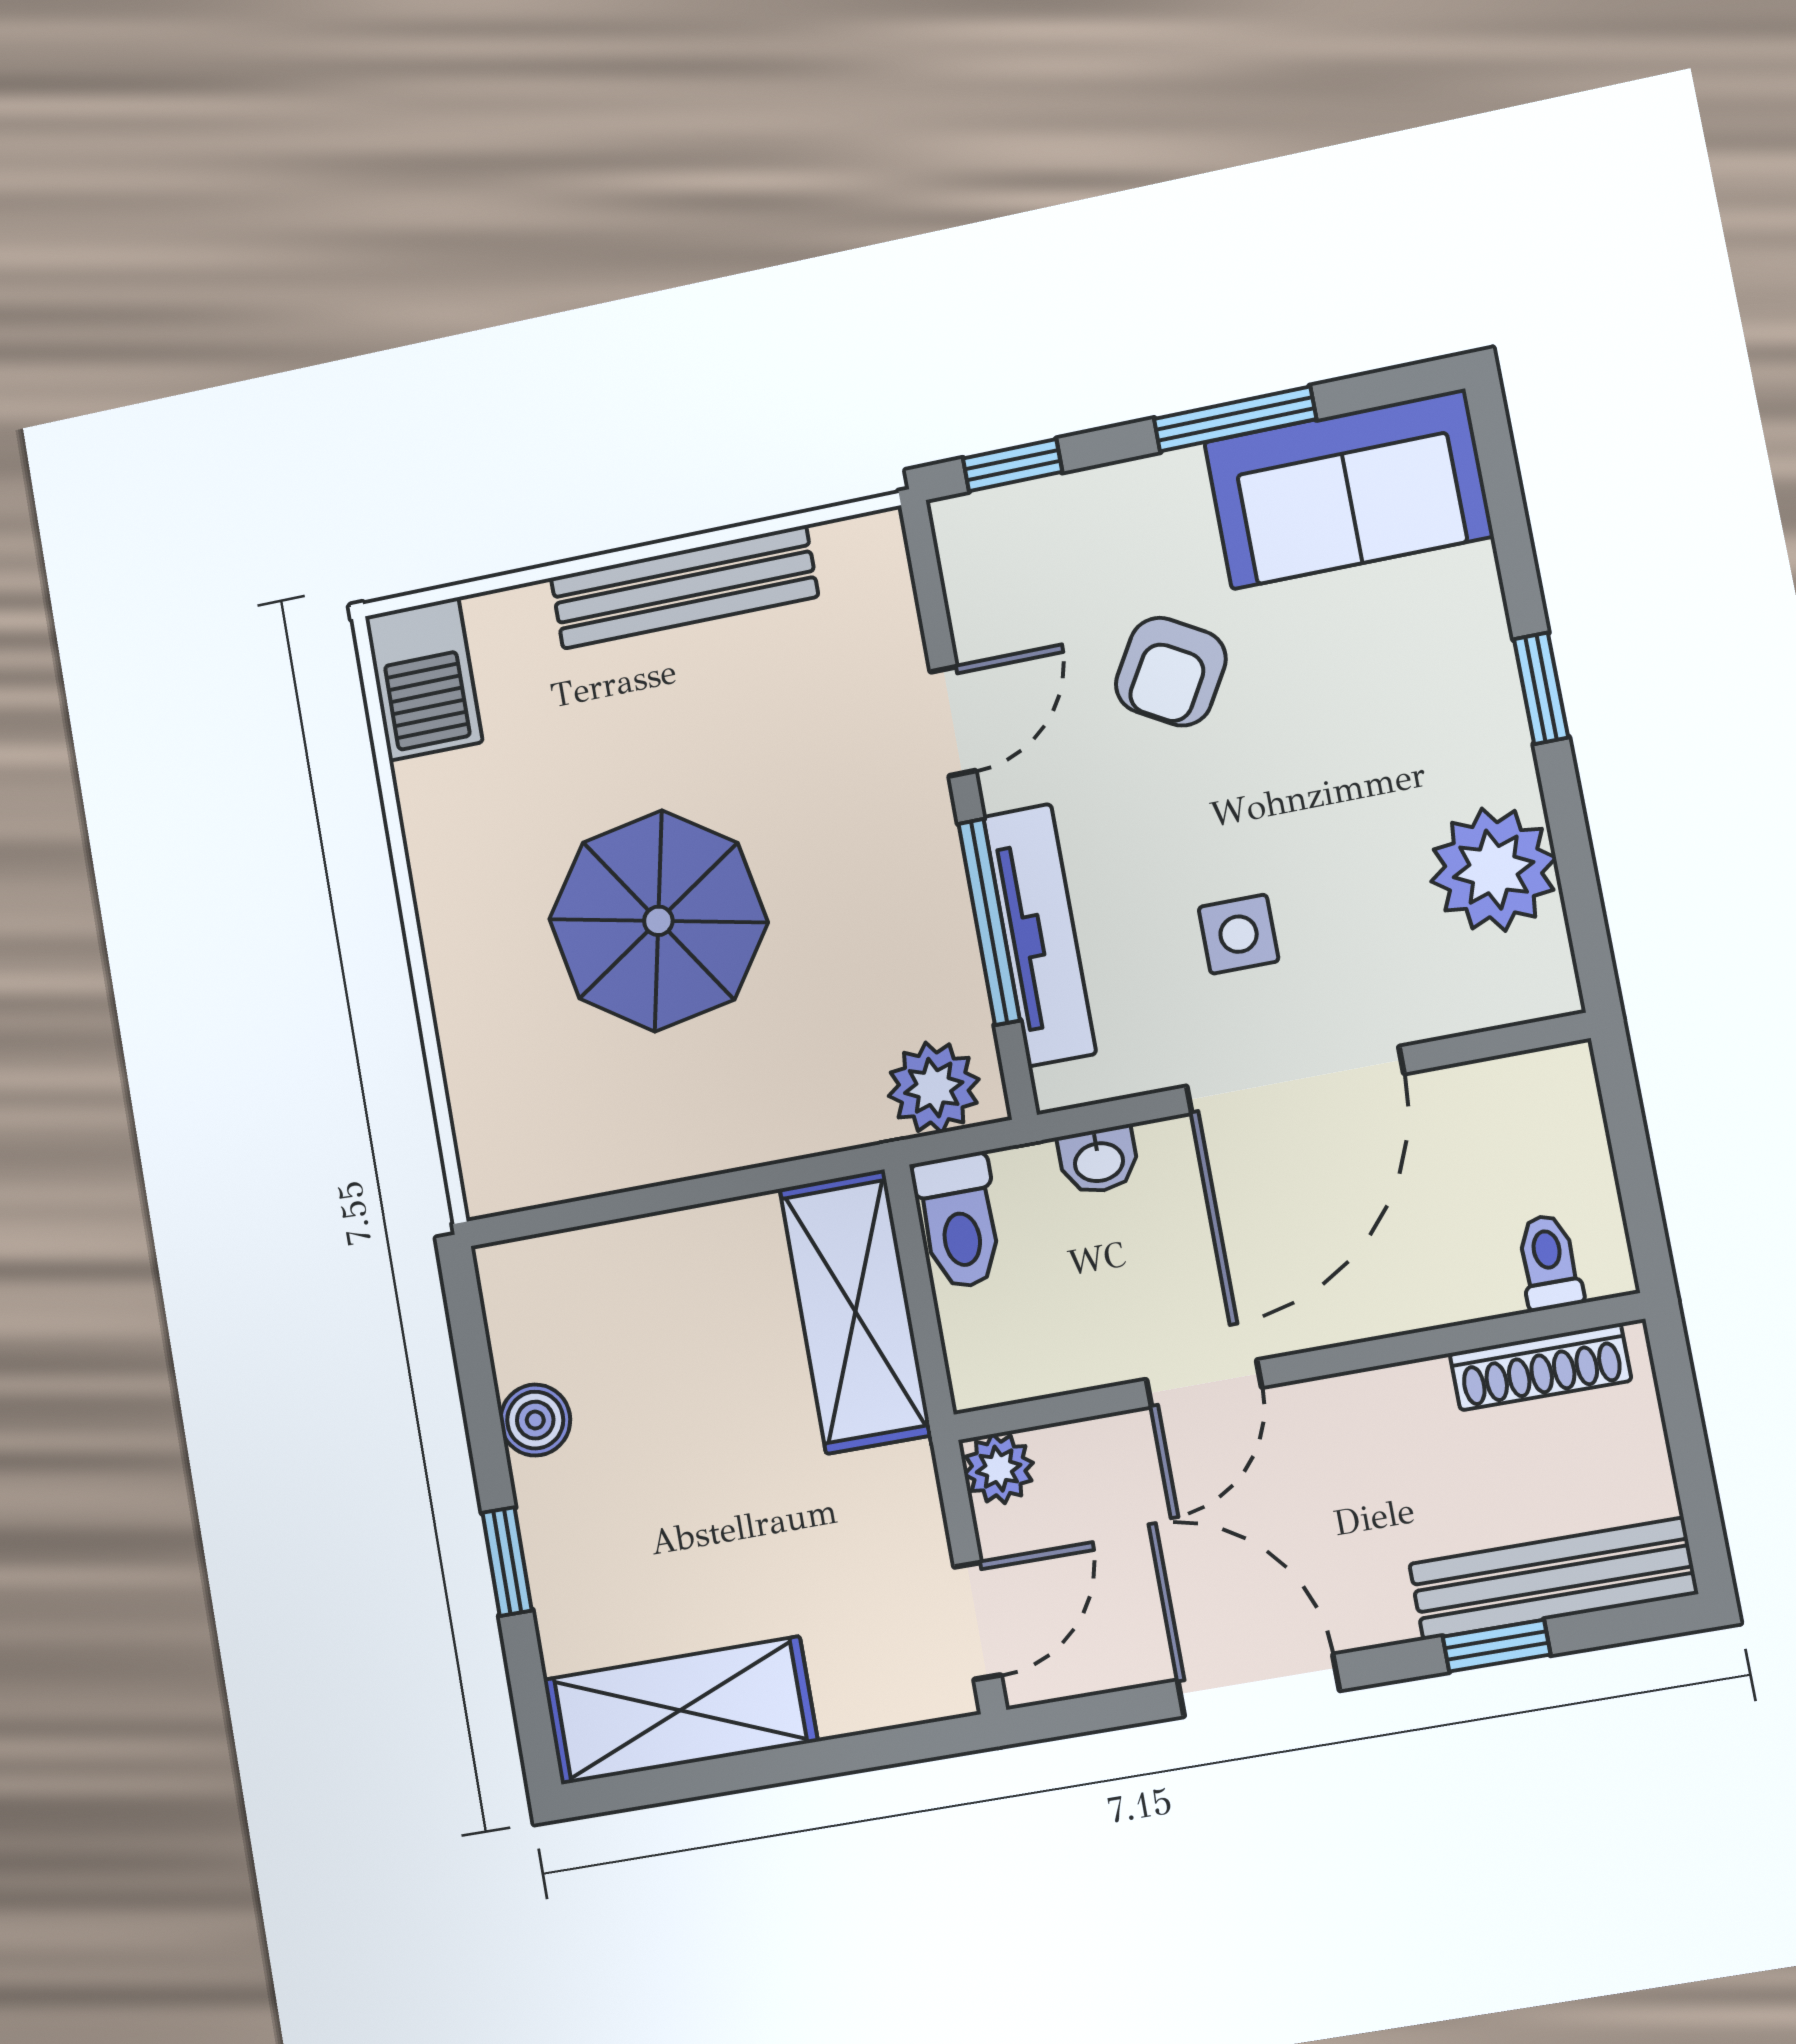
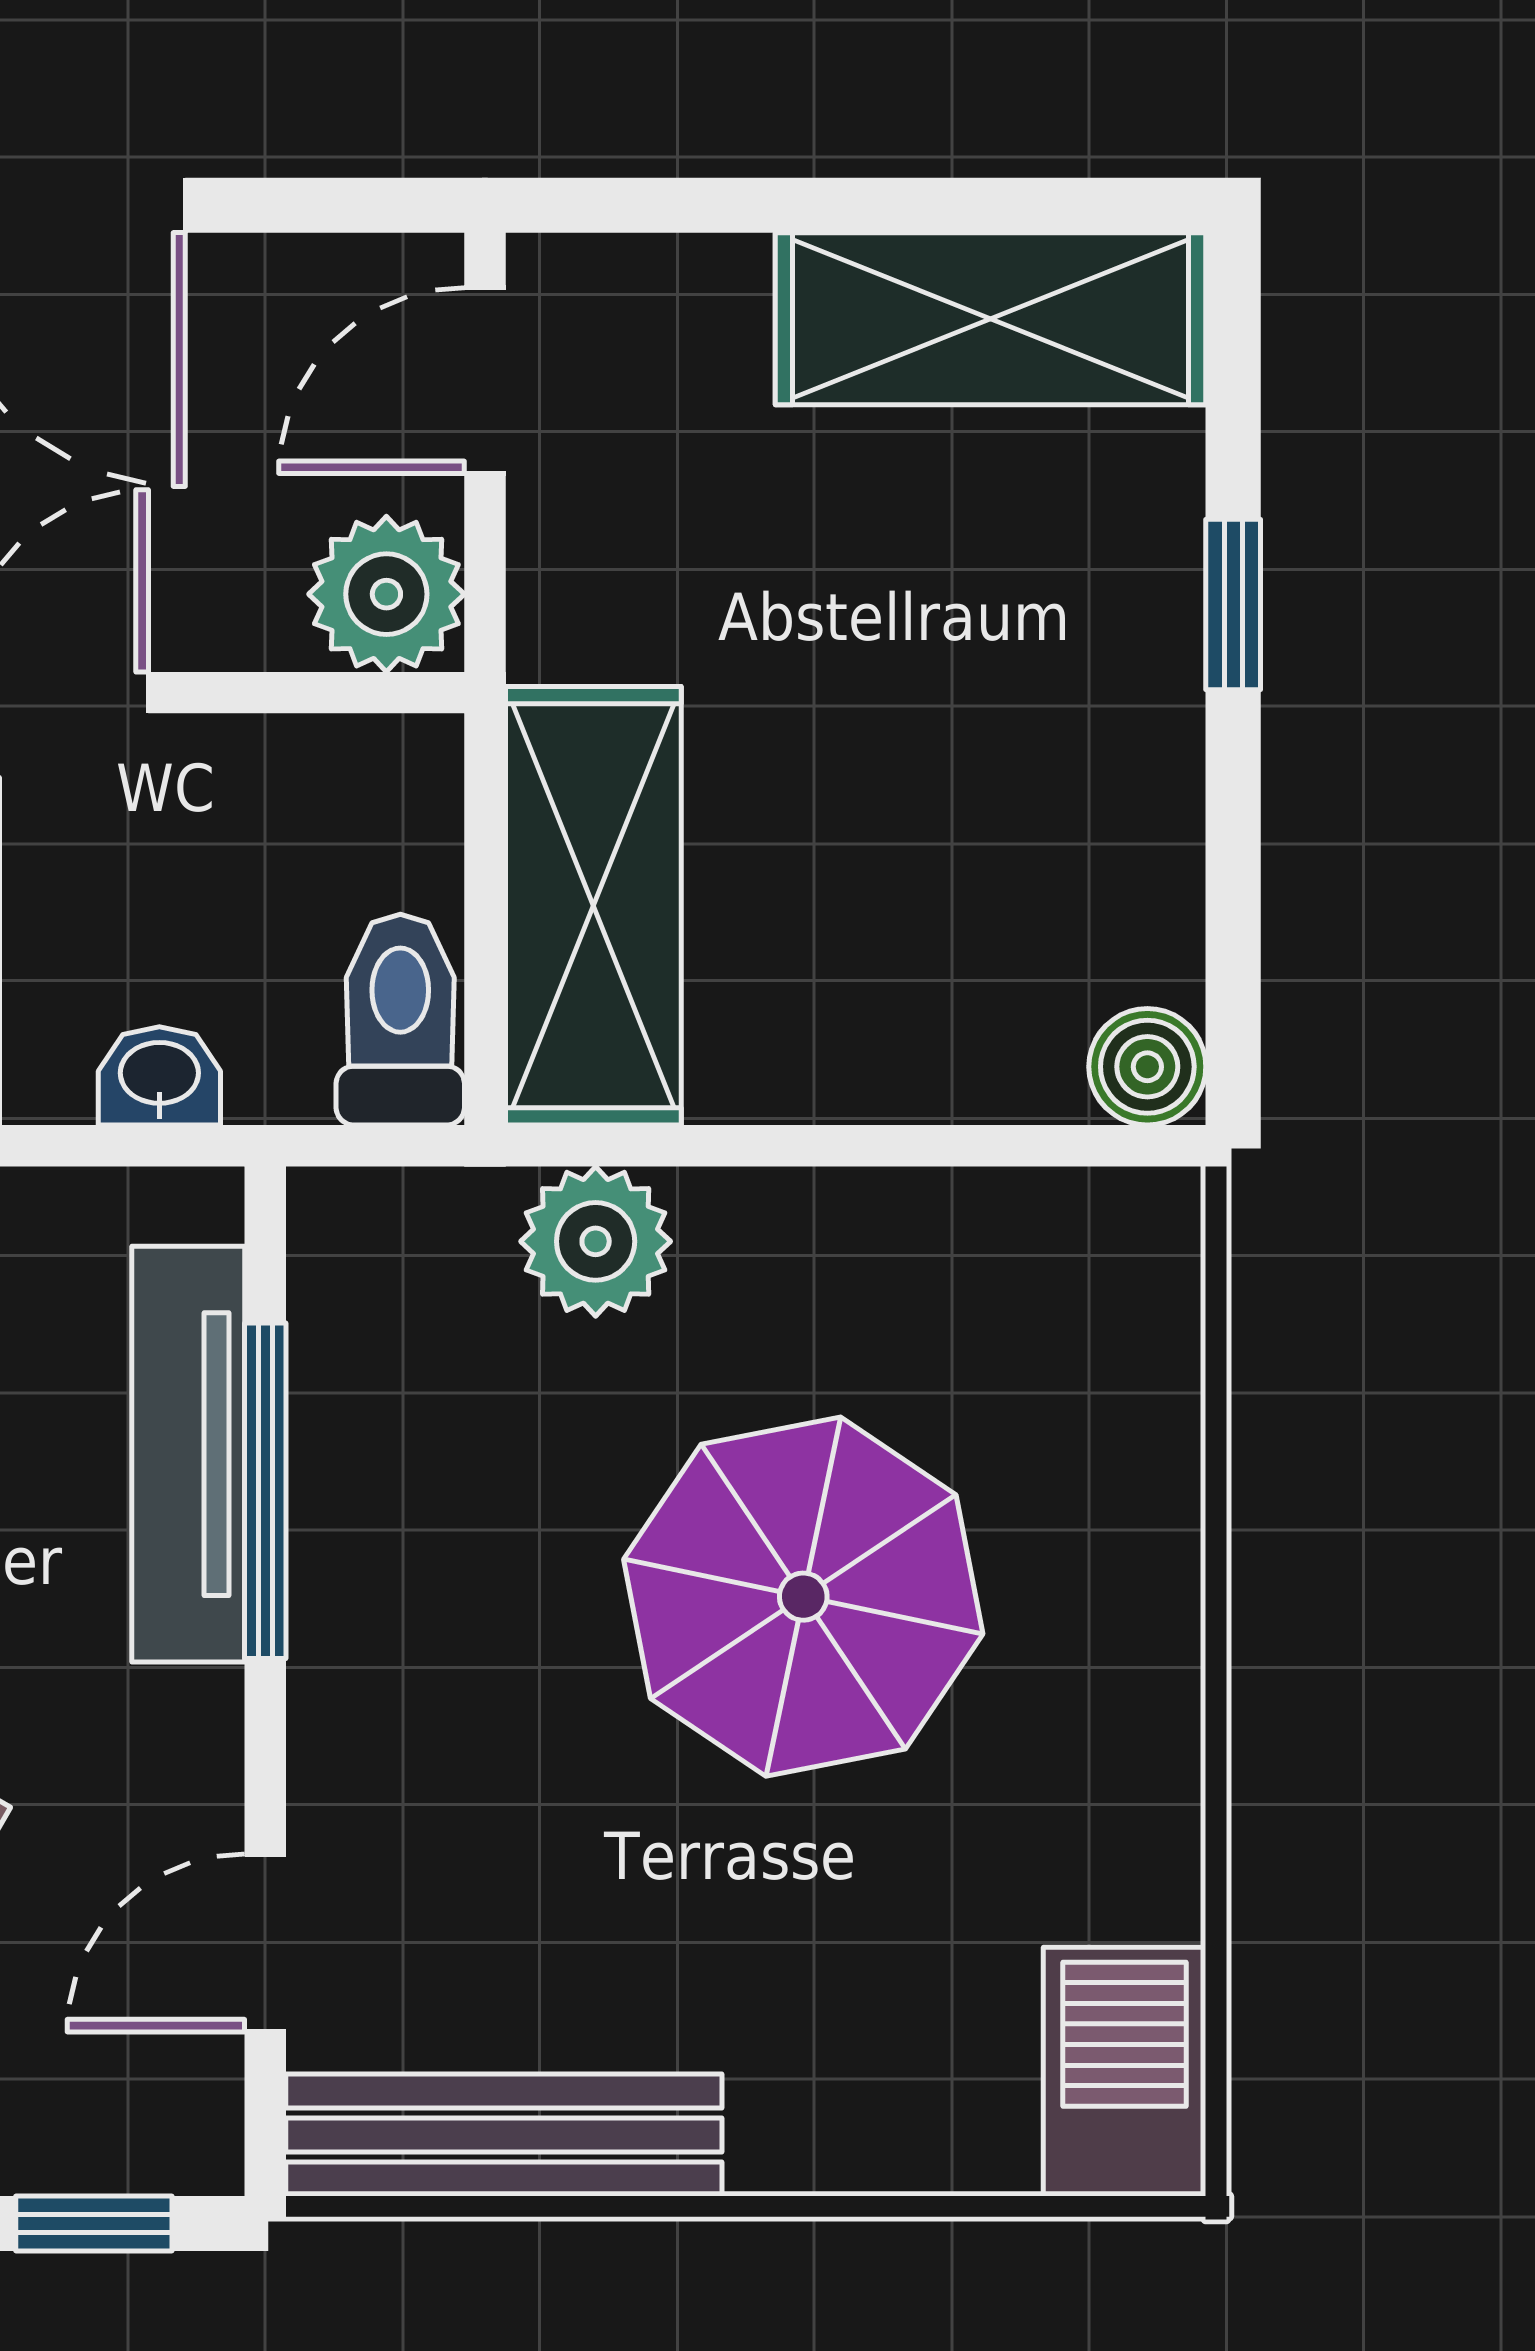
bench: (684, 587) -> (504, 2135), moved
door: (953, 721) -> (265, 1943), moved
plant: (934, 1088) -> (596, 1241), moved
boiler: (535, 1420) -> (1147, 1067), moved
plant: (999, 1469) -> (386, 594), width x1.38, depth x1.38

